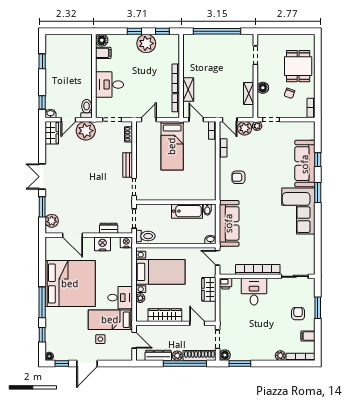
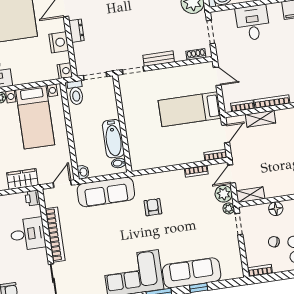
shelving: (249, 93) -> (250, 195), moved
armchair: (238, 177) -> (153, 207), moved
dresser: (109, 228) -> (76, 31), moved

